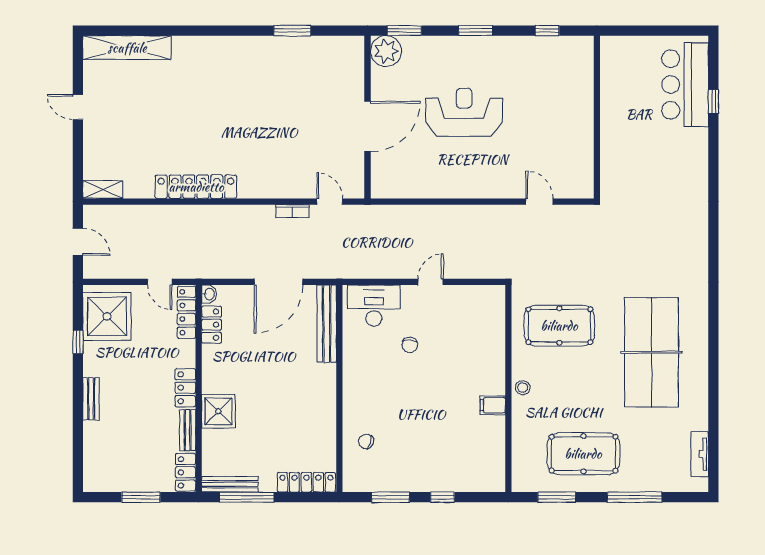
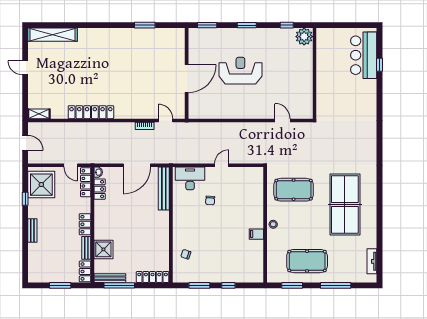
plant: (386, 51) -> (304, 37), moved
shower: (218, 411) -> (103, 249), moved

